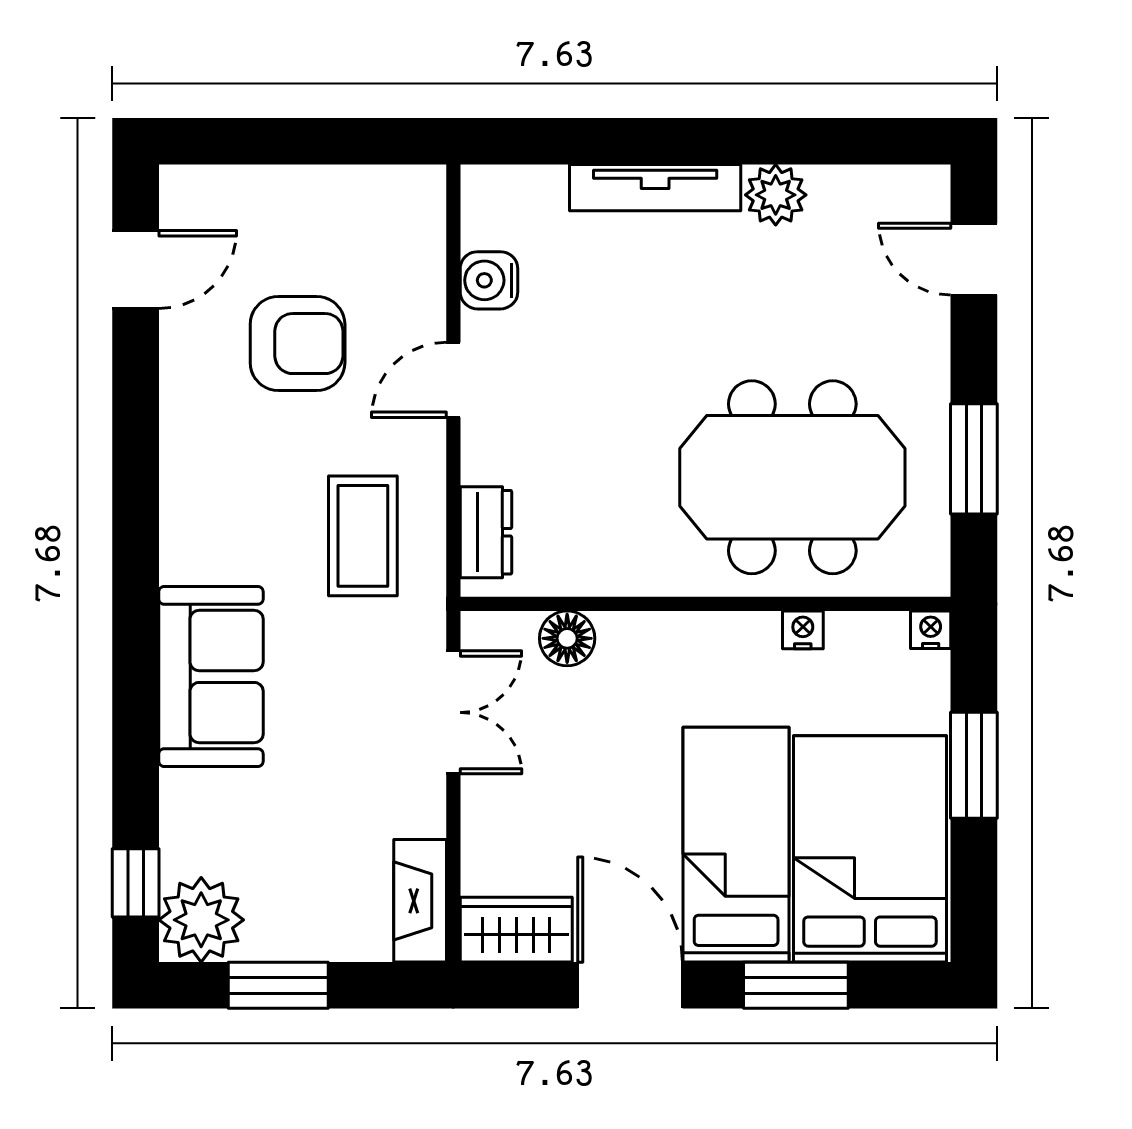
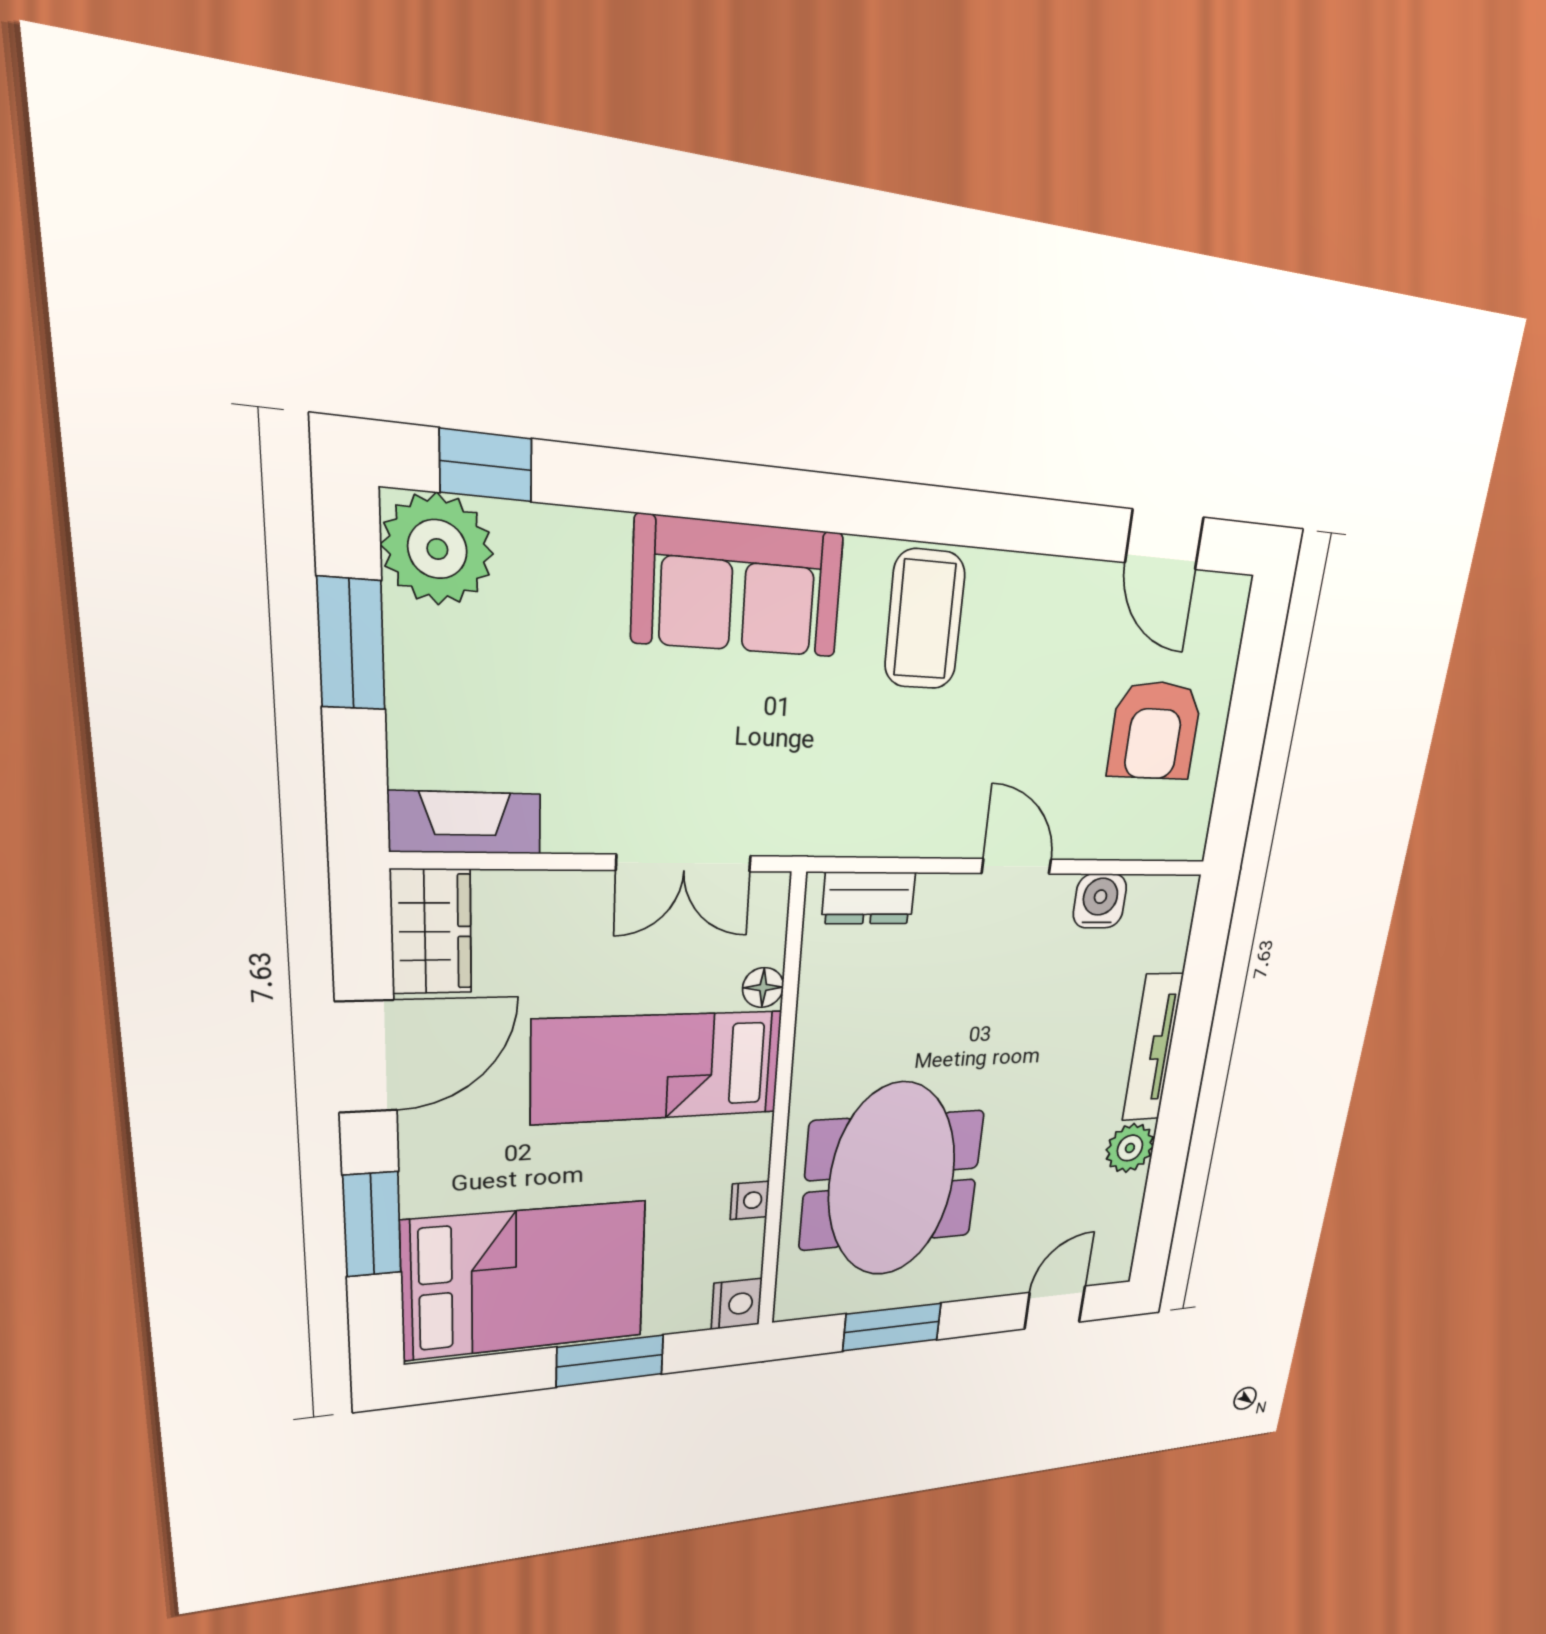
armchair: (298, 344) -> (1155, 730), moved
coffee table: (363, 536) -> (925, 620), moved, turned 90
nightstand: (931, 630) -> (737, 1304), width x1.39, depth x1.35
floor lamp: (567, 638) -> (763, 988), width x0.73, depth x0.73
bed: (736, 845) -> (658, 1067), moved, turned 180

